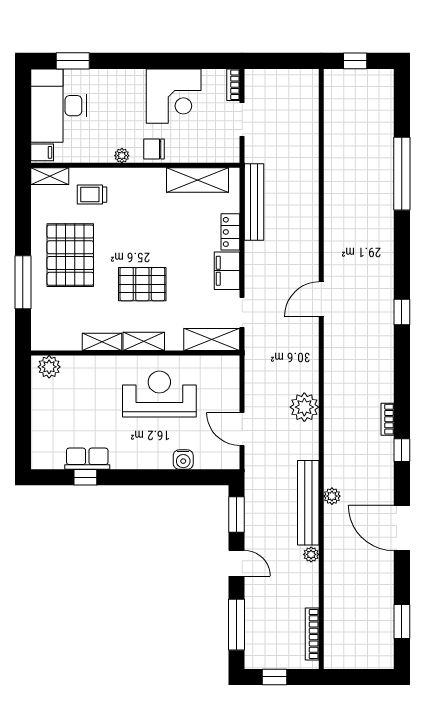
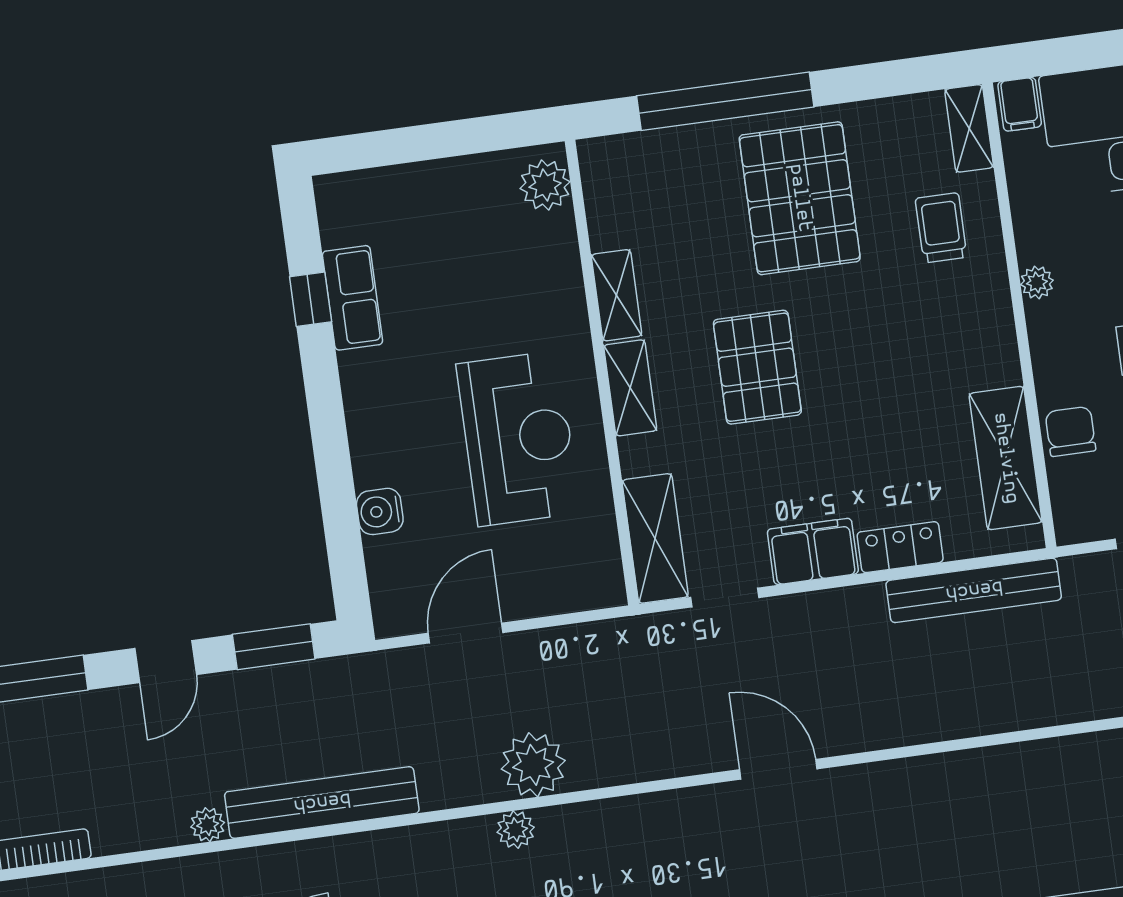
chair: (154, 149) -> (1071, 431), moved
pallet: (70, 255) -> (800, 198), turned 90
window: (23, 282) -> (725, 101), width x1.46
plant: (332, 496) -> (516, 830), moved

